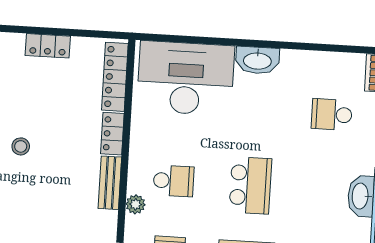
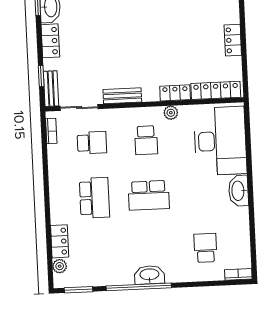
stool: (21, 146) -> (159, 28), removed
bench: (110, 183) -> (122, 96), moved
plant: (136, 204) -> (171, 113), moved

